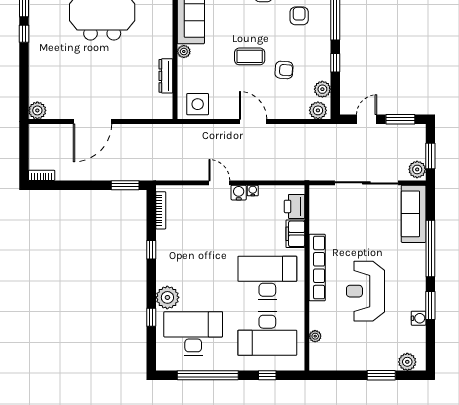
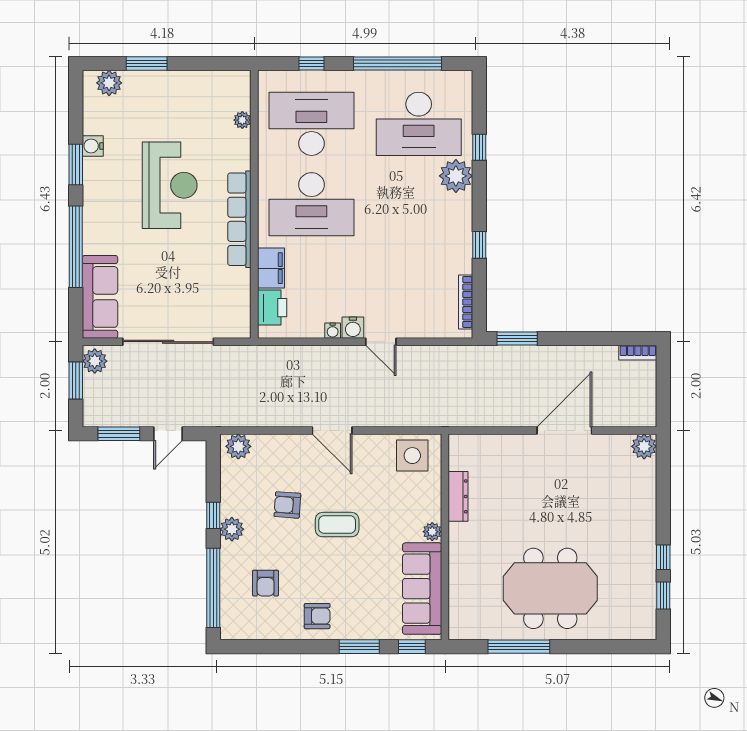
plant: (322, 89) -> (232, 529), moved

